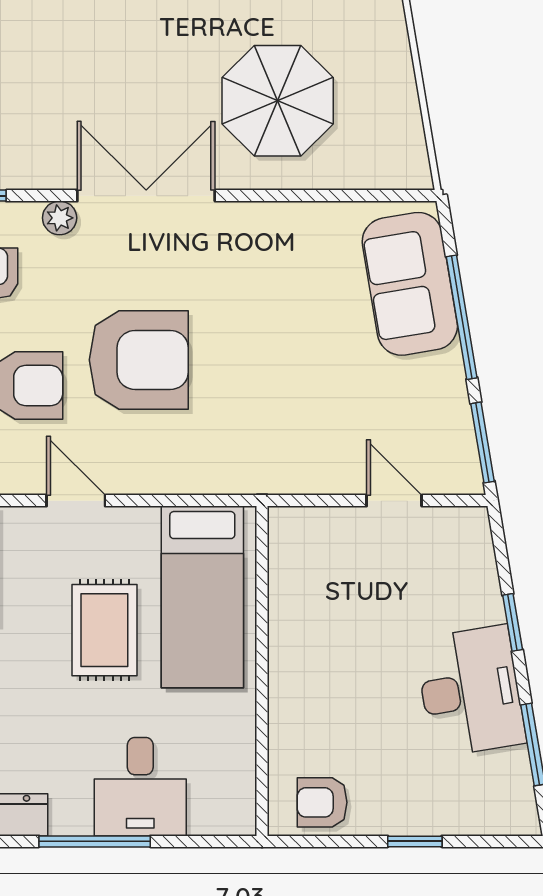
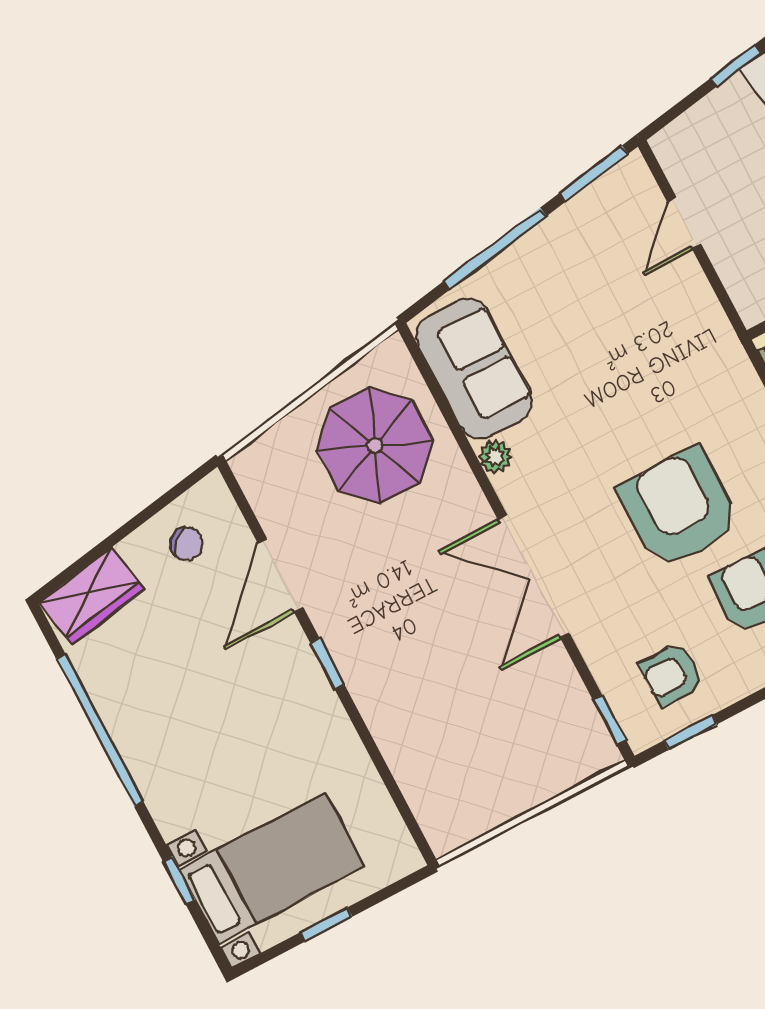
parasol: (278, 101) -> (375, 446), moved
plant: (60, 218) -> (495, 457), moved
sofa: (410, 284) -> (474, 368), moved, turned -81

